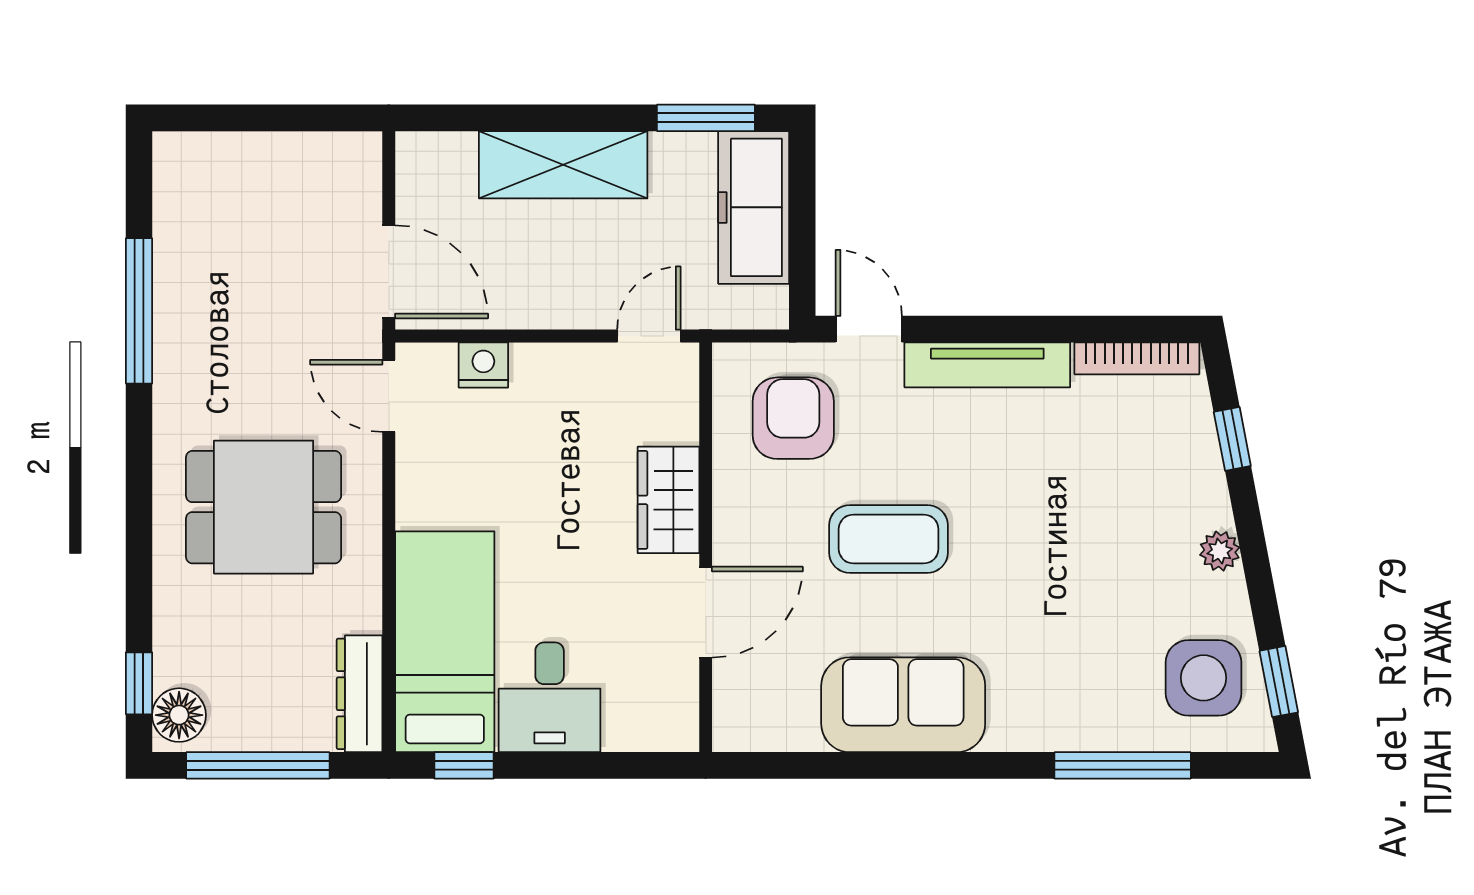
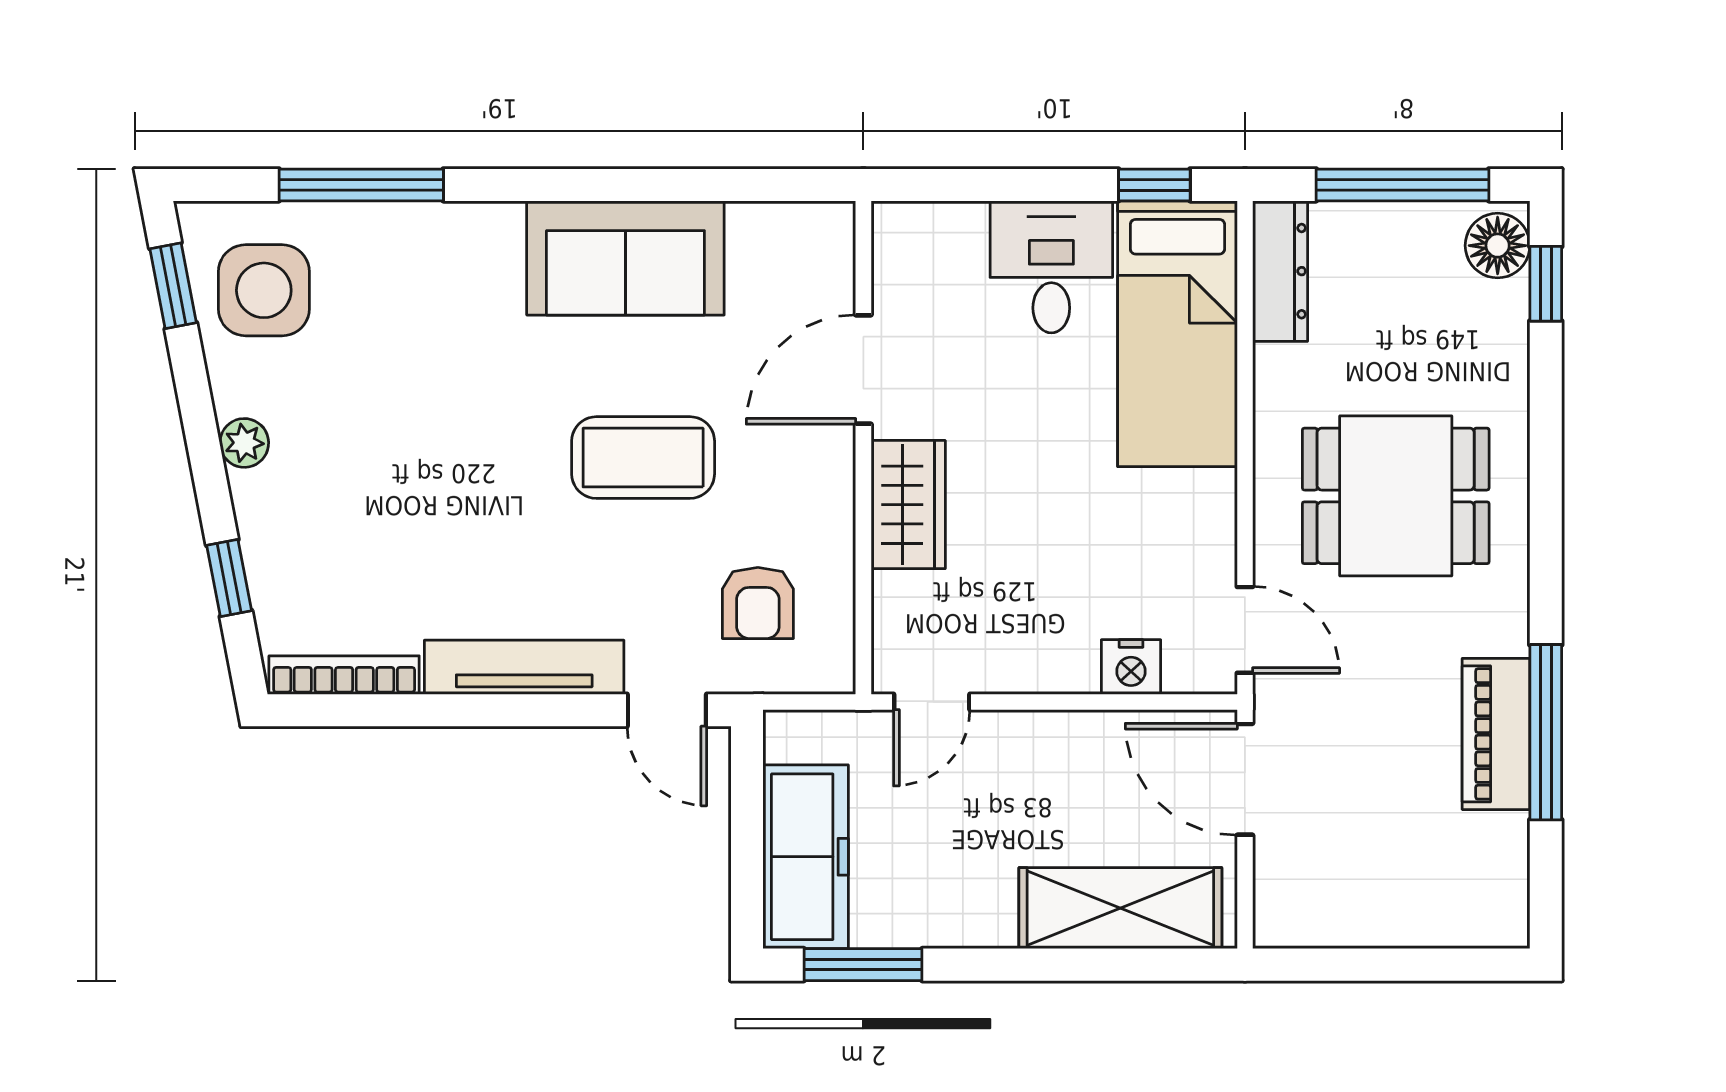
shelving: (563, 165) -> (1120, 908), moved
piano: (180, 309) -> (1496, 734), added
armchair: (793, 418) -> (758, 603), width x0.72, depth x0.72

